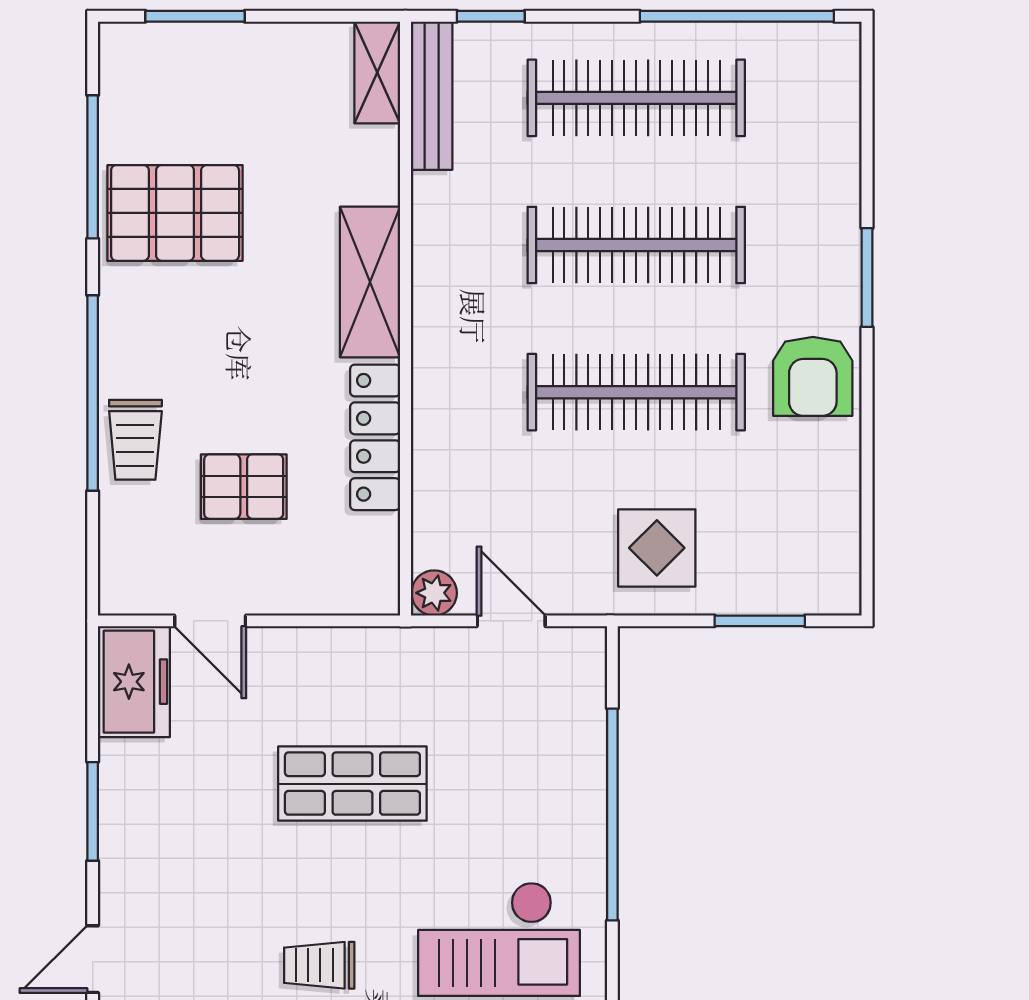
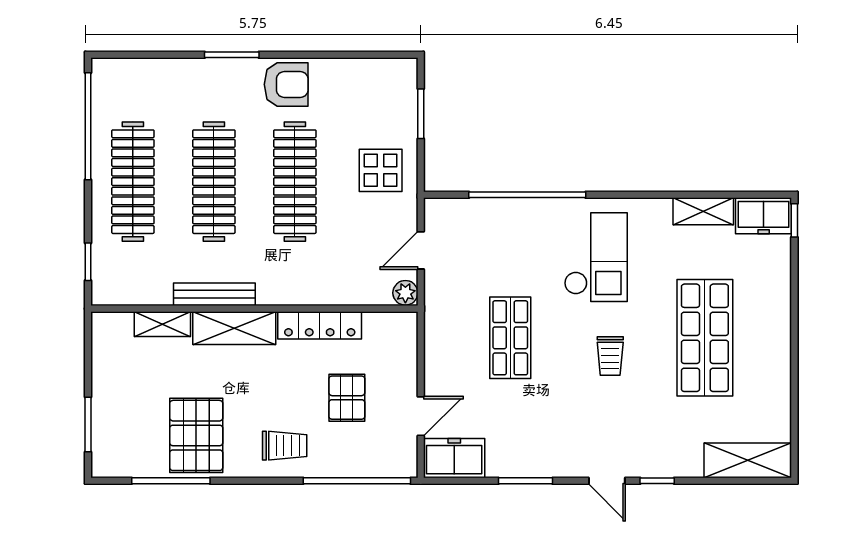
shelving: (377, 73) -> (162, 324), moved
bench: (432, 96) -> (214, 294), moved
window: (93, 393) -> (357, 481), moved
trolley: (135, 440) -> (285, 446), moved

